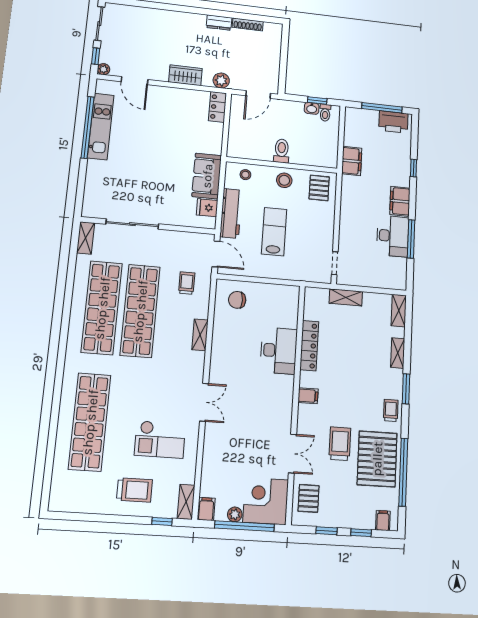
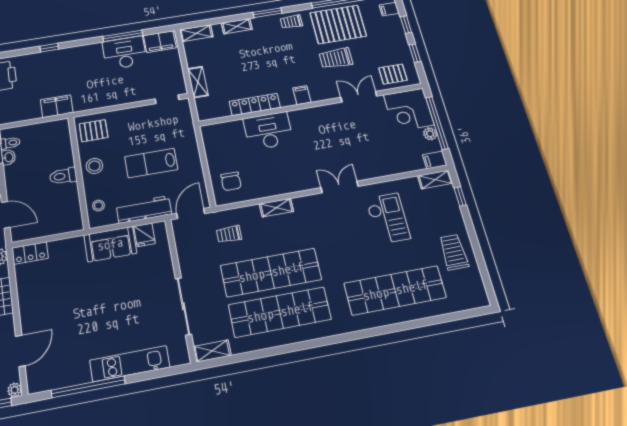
kitchen unit: (101, 126) -> (130, 364), moved
filing cabinet: (400, 201) -> (160, 42), moved
trolley: (135, 490) -> (454, 252), moved

